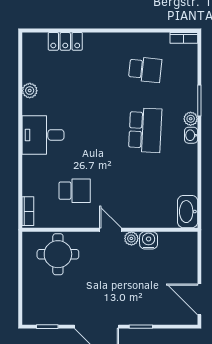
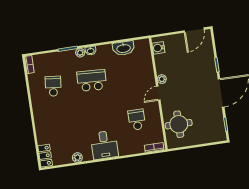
locker: (65, 41) -> (45, 156), moved
washbasin: (188, 212) -> (124, 48), moved
water cooler: (149, 240) -> (158, 48), moved

